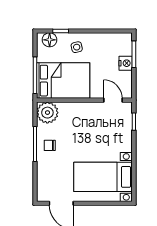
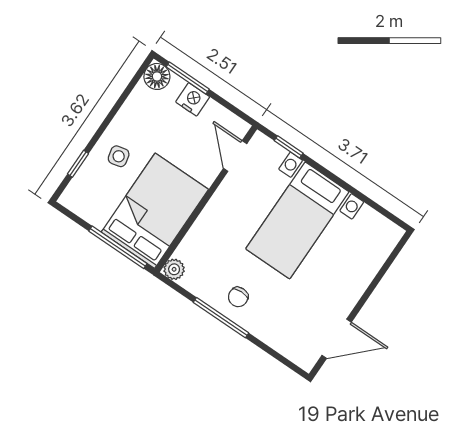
floor lamp: (50, 40) -> (157, 76), moved
door: (113, 100) -> (235, 156), hinge flipped
plant: (47, 113) -> (174, 269), width x0.53, depth x0.53
bed with nightstands: (103, 177) -> (297, 220), moved

